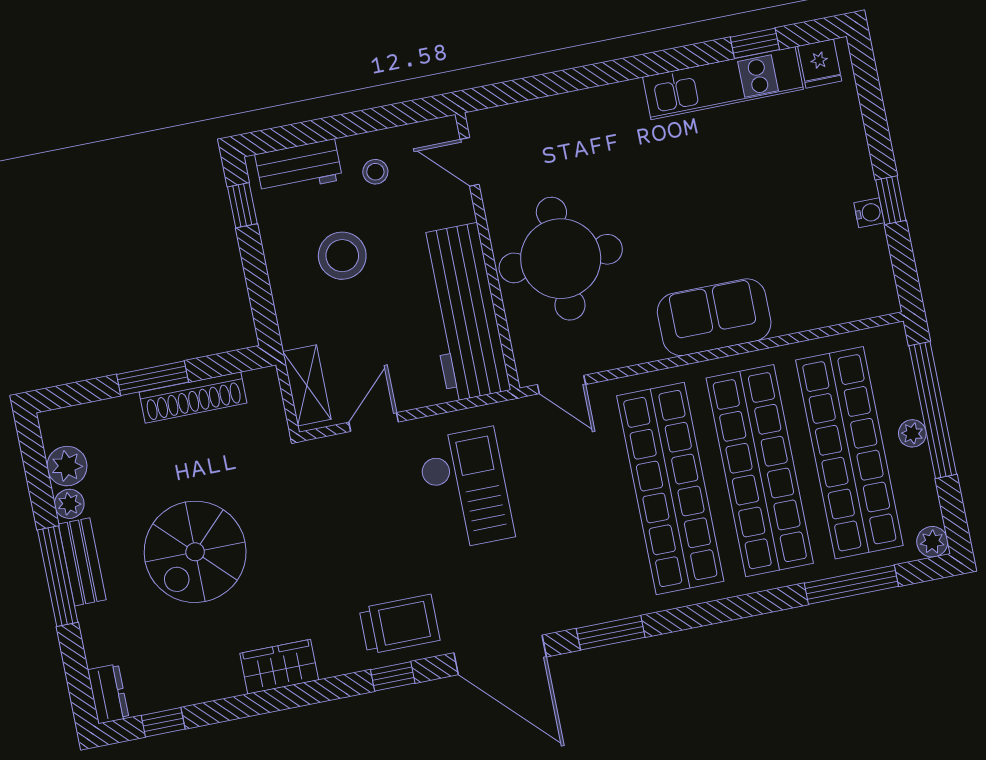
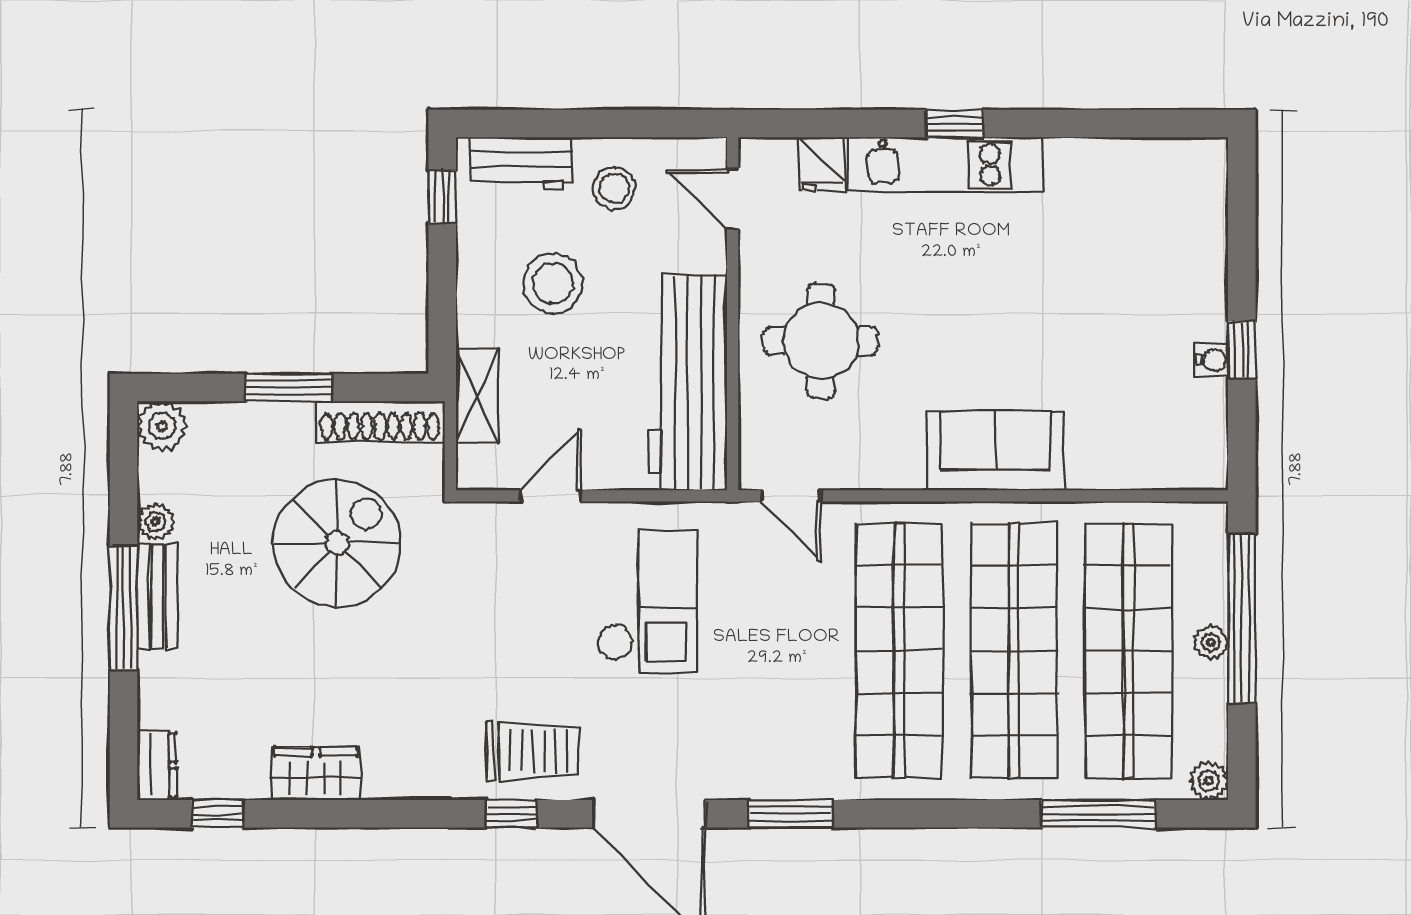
window: (755, 43) -> (955, 123), moved
fridge: (820, 64) -> (821, 164), moved
kitchen unit: (723, 83) -> (945, 165), moved
stool: (375, 172) -> (614, 188), width x1.37, depth x1.37
round table: (561, 259) -> (821, 341), width x0.73, depth x0.73
shelving: (307, 385) -> (477, 397), moved
shoe rack: (193, 398) -> (380, 421), moved
plant: (67, 466) -> (162, 426), moved
spiral stairs: (195, 552) -> (337, 543), moved, turned 180
wardrobe: (279, 667) -> (316, 774), moved

